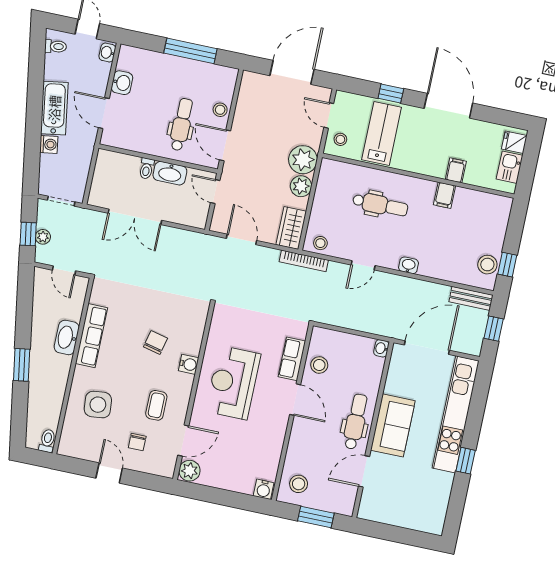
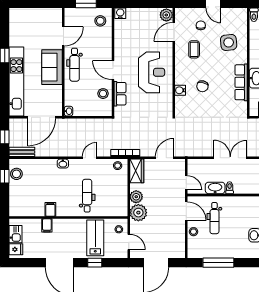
lab bench: (382, 134) -> (95, 238), turned 180
dental chair: (380, 205) -> (87, 196), turned 90
door: (242, 239) -> (165, 158), swing flipped
water cooler: (189, 364) -> (180, 90), moved

